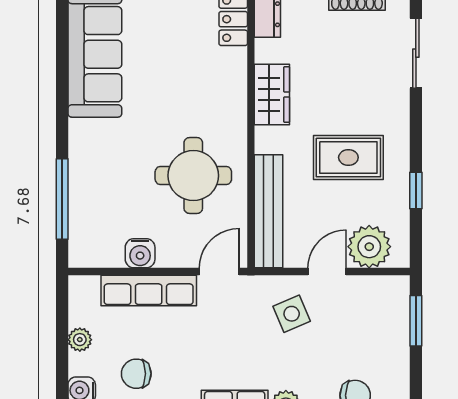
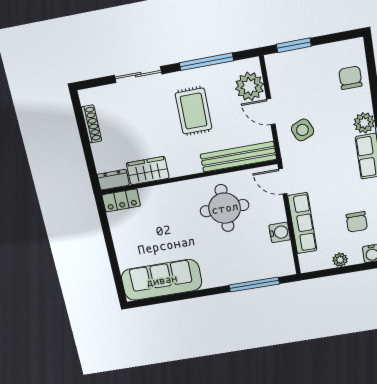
sliding door: (416, 53) -> (138, 75), moved
wardrobe: (272, 95) -> (148, 171), moved
window: (416, 190) -> (206, 62), width x2.17

